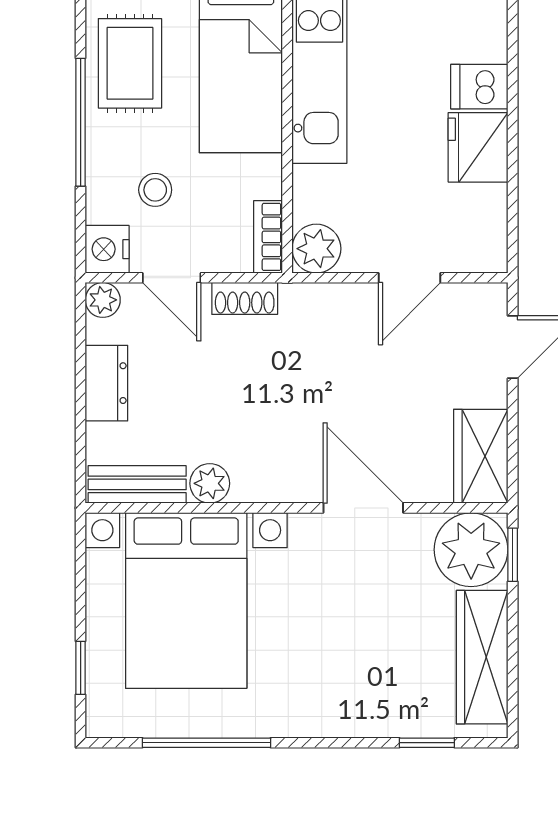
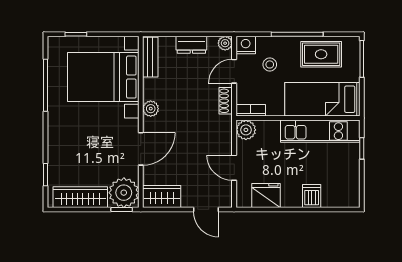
fridge: (478, 147) -> (266, 195), moved
plant: (210, 483) -> (151, 109), moved

